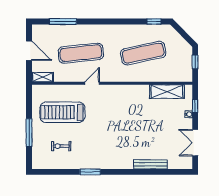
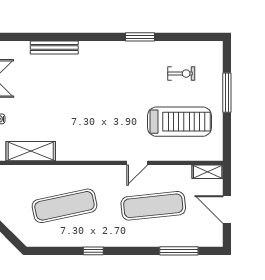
window: (154, 22) -> (93, 251), moved

